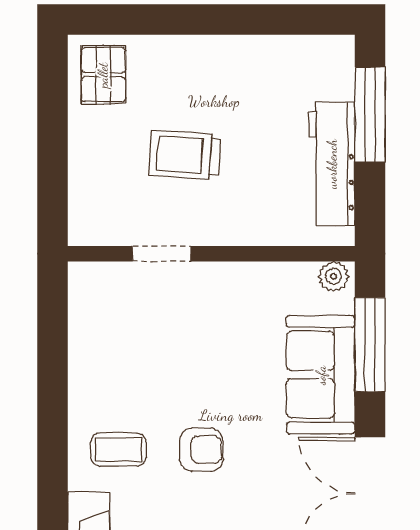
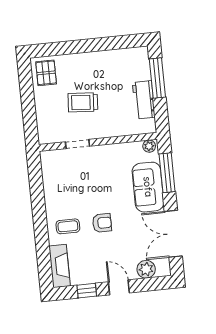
workbench: (332, 164) -> (144, 100), width x0.73

